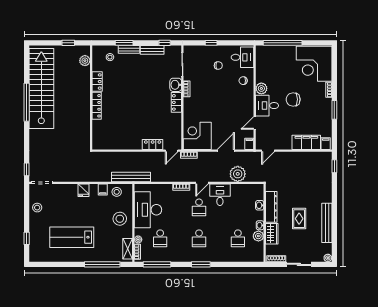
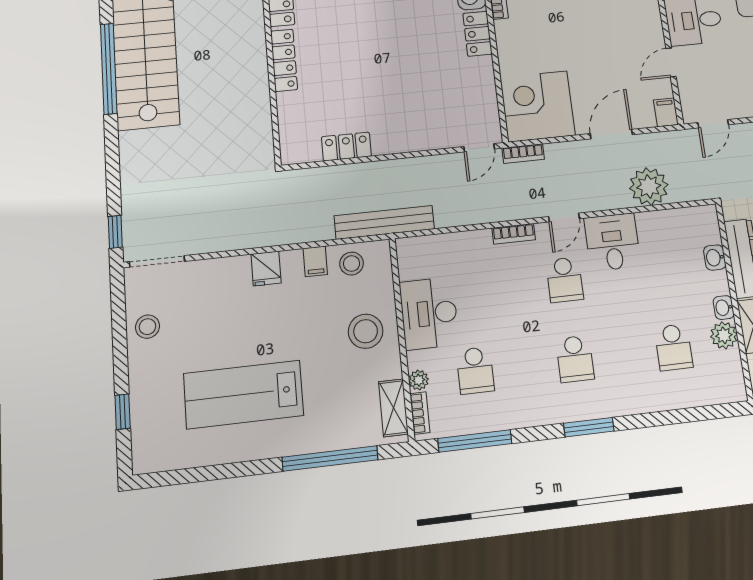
locker: (153, 145) -> (346, 147), moved
desk: (148, 210) -> (429, 313), width x0.73, depth x0.77

